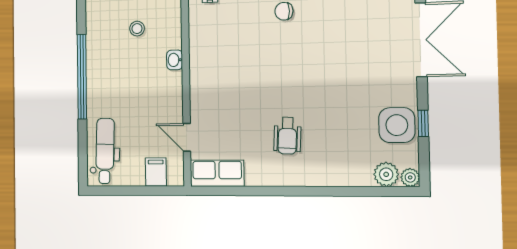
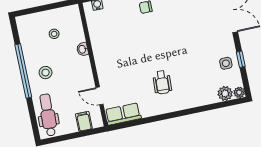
stool: (114, 85) -> (46, 73), added
side table: (397, 125) -> (226, 63), width x0.54, depth x0.54

